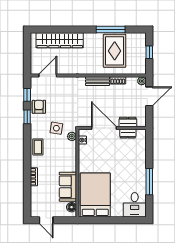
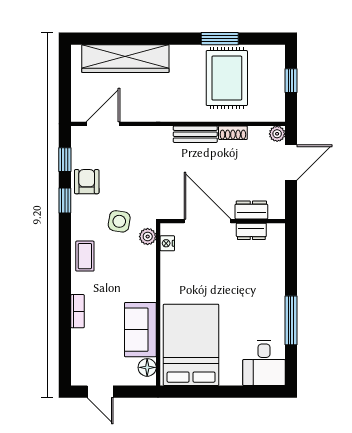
window: (111, 29) -> (220, 39), width x0.69

